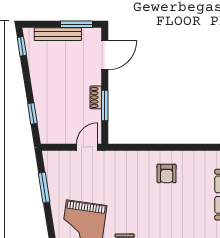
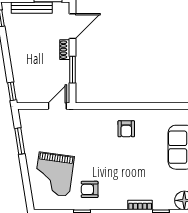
shoe rack: (96, 97) -> (65, 50), moved
window: (32, 114) -> (12, 91), moved

